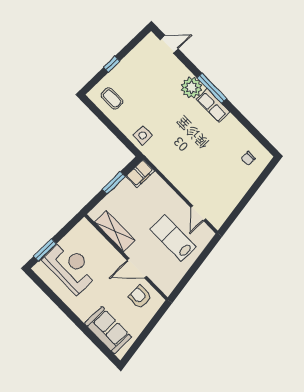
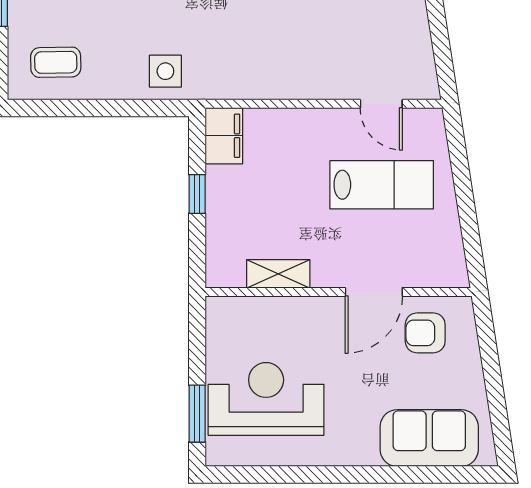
window: (114, 183) -> (197, 194), width x0.67
shelving: (115, 231) -> (278, 274), width x0.67, depth x0.75
lab bench: (173, 238) -> (382, 185), turned 180

